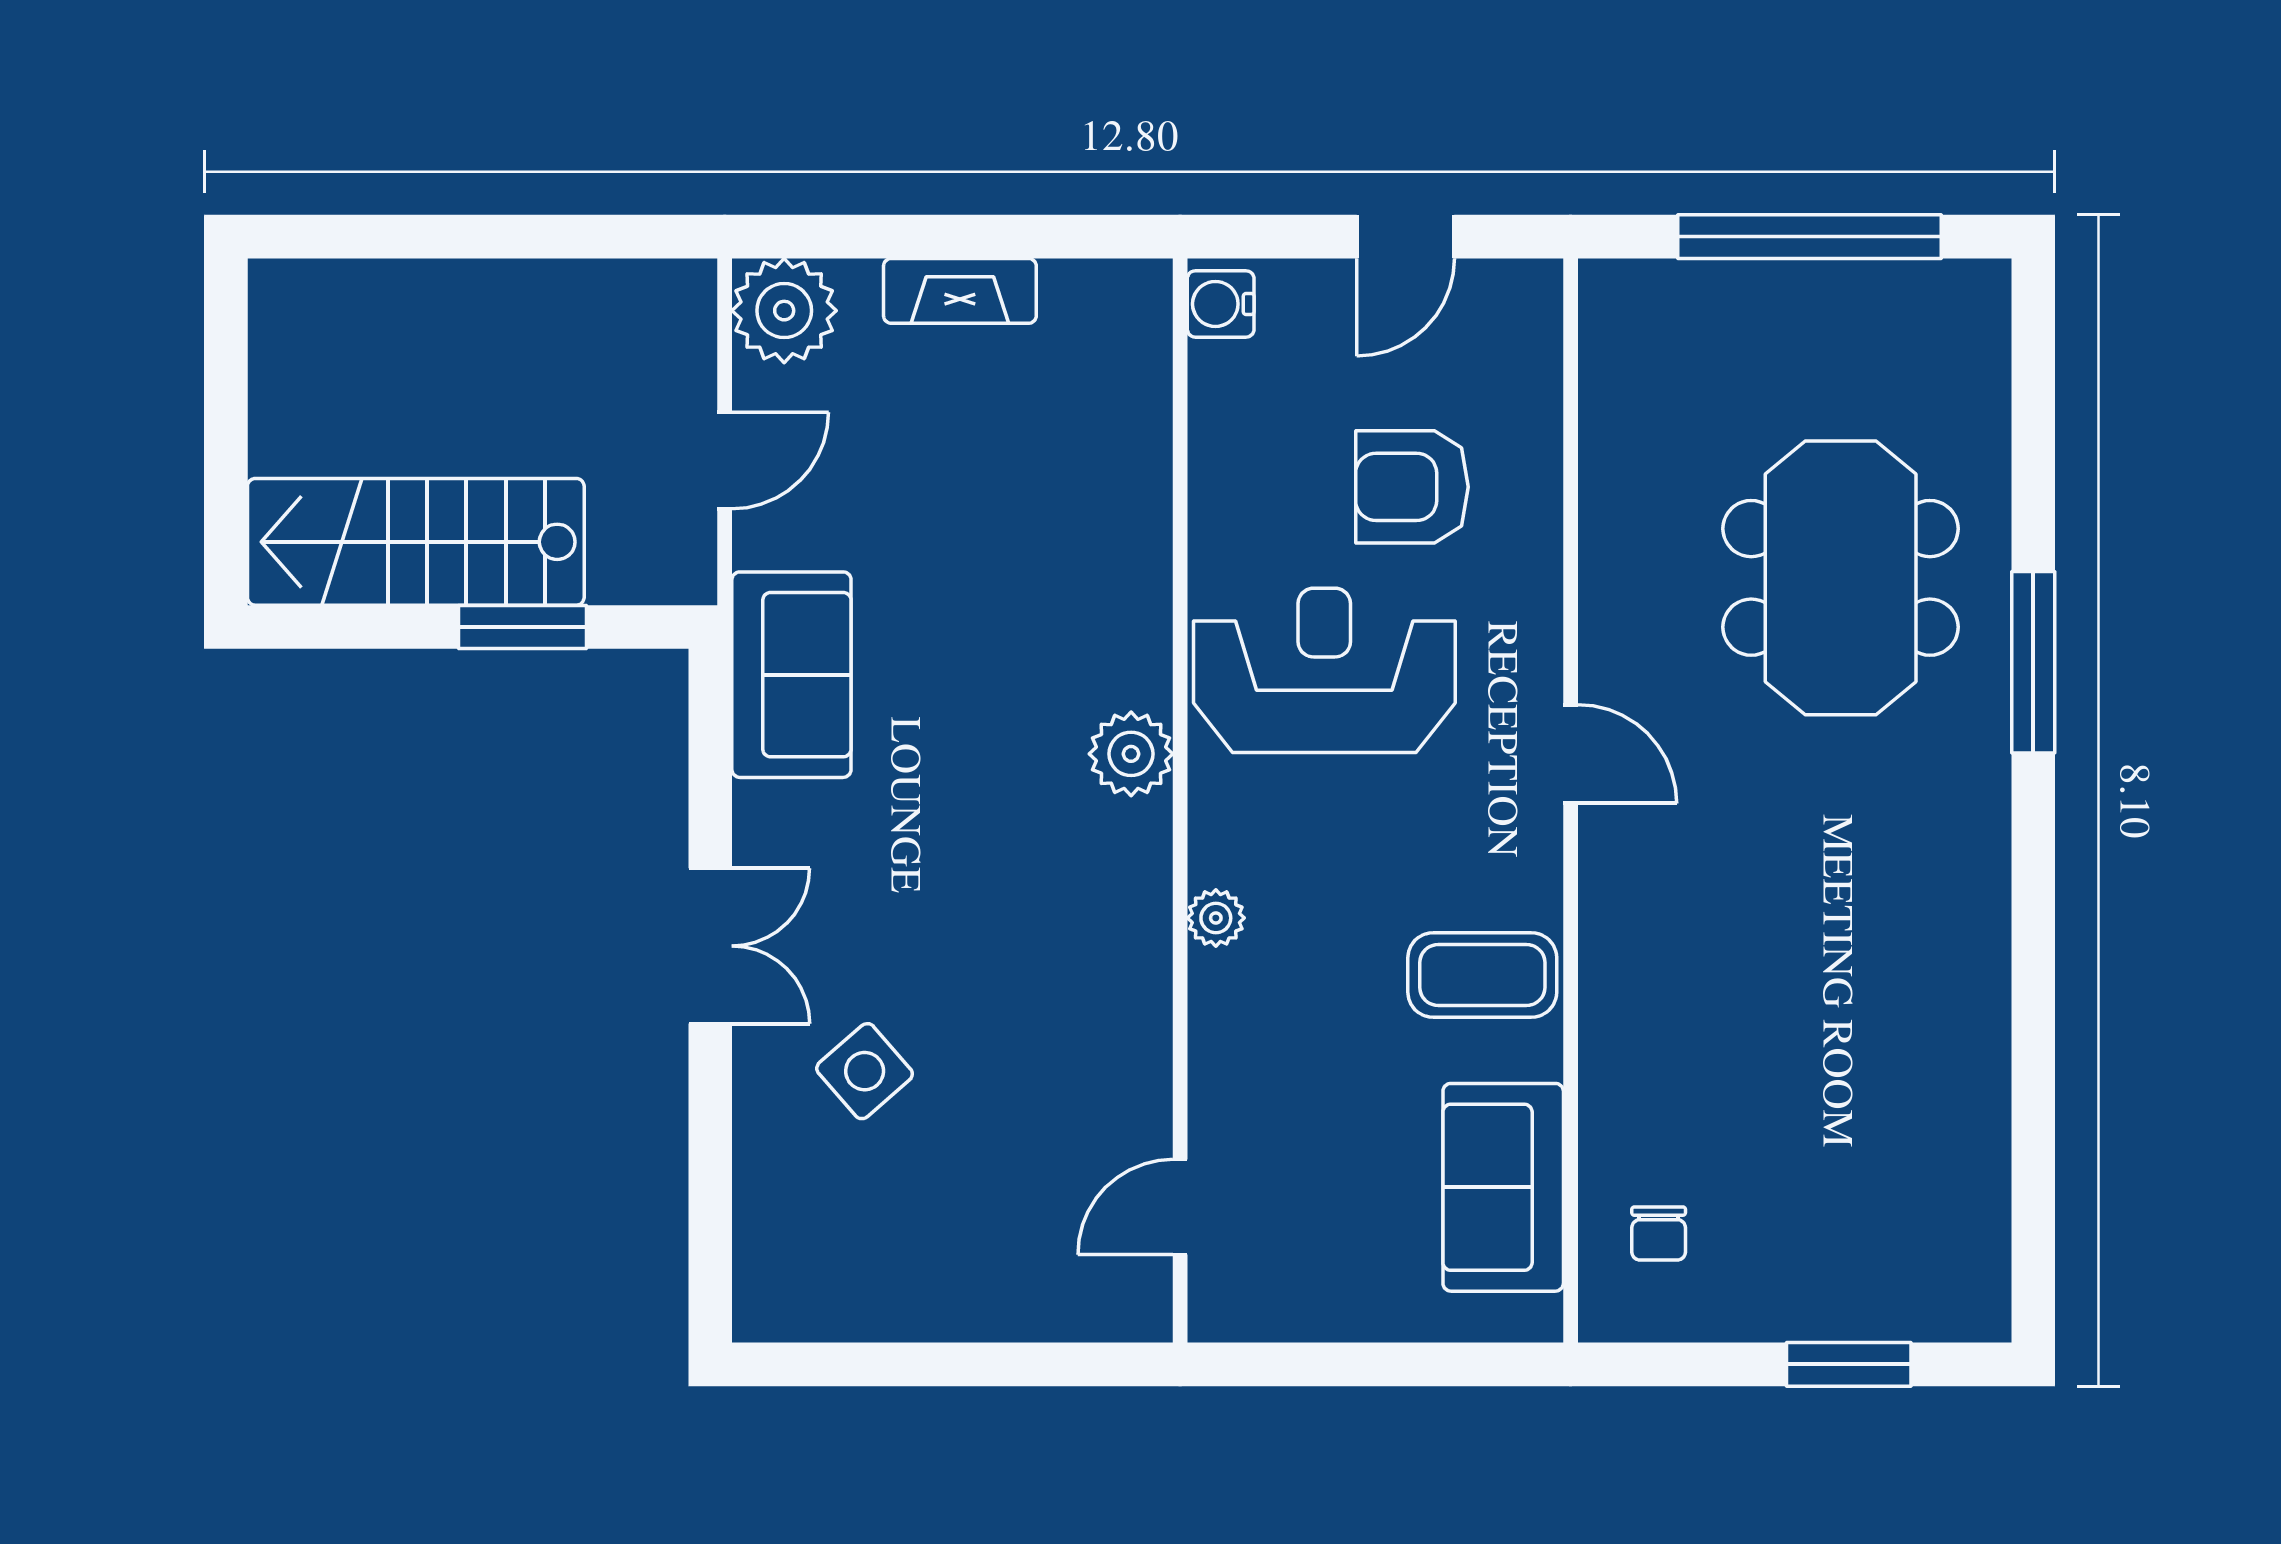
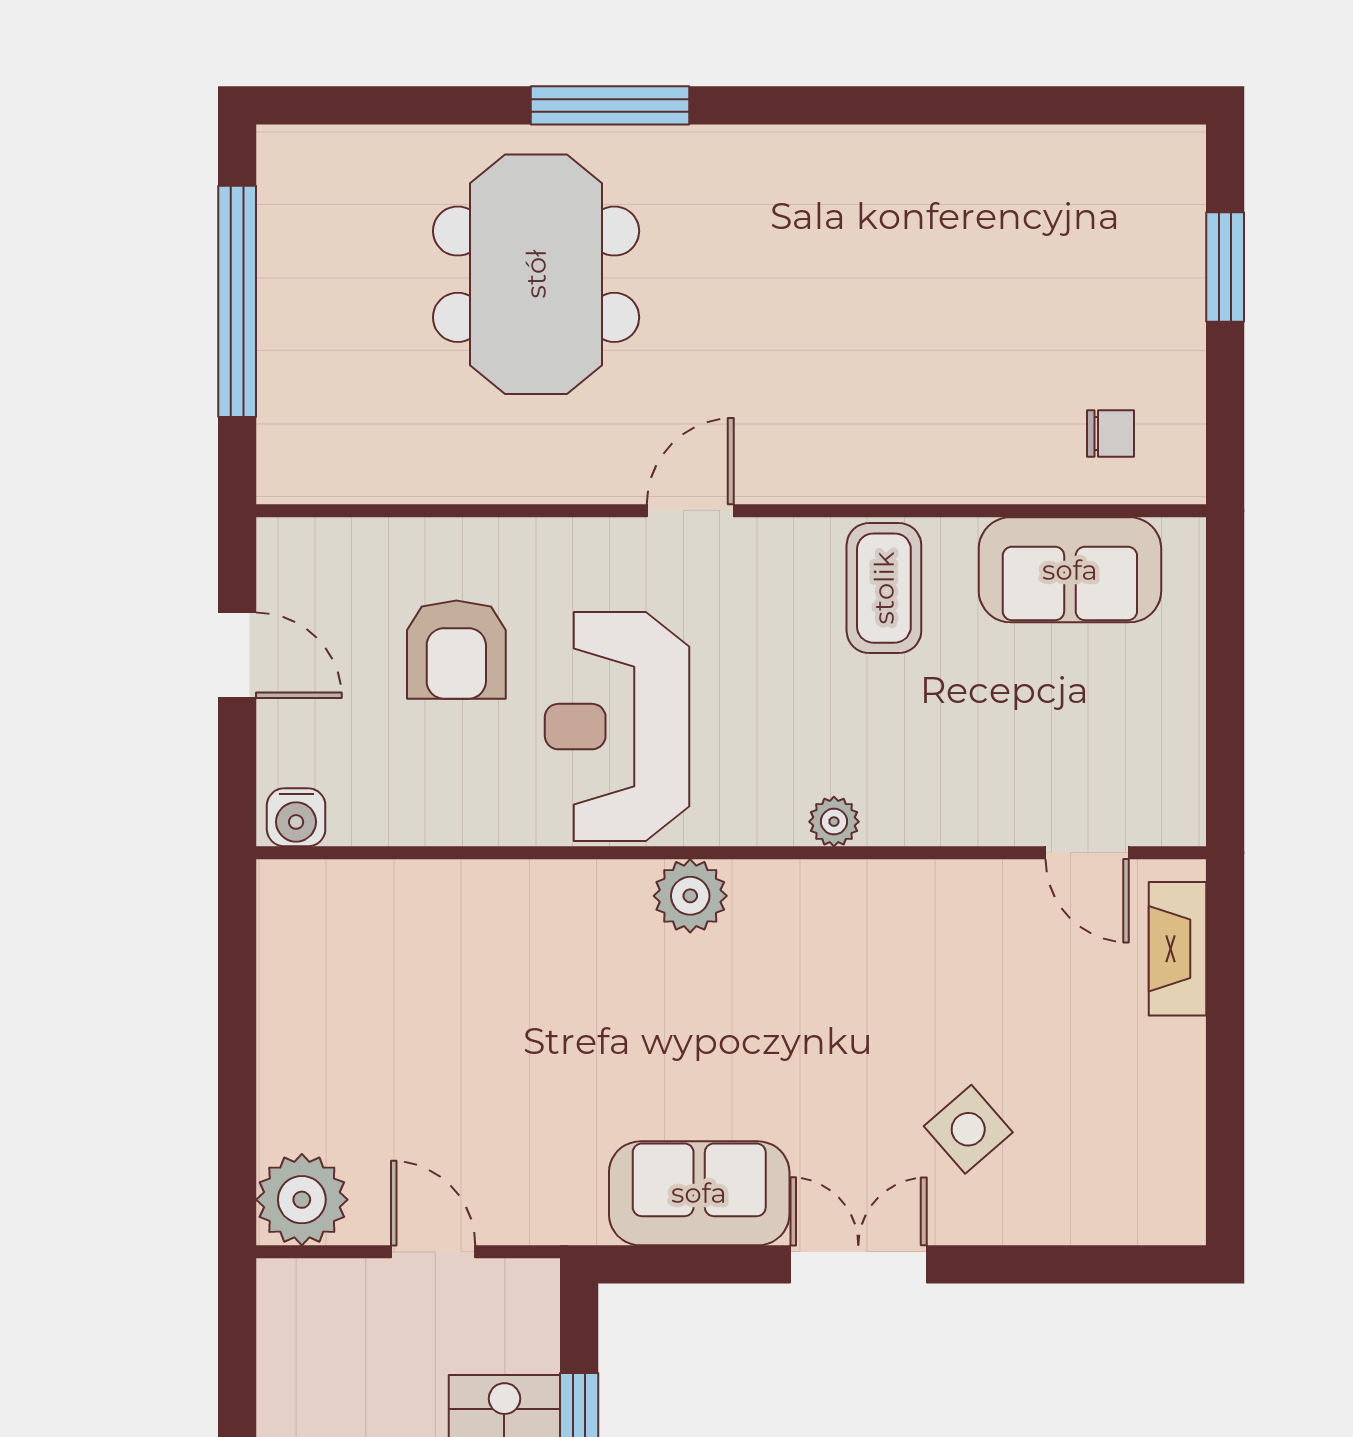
fireplace: (960, 291) -> (1178, 949), moved, turned 180
meeting table: (1841, 578) -> (536, 274), turned 90
sofa: (791, 675) -> (699, 1193), moved

